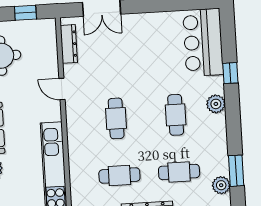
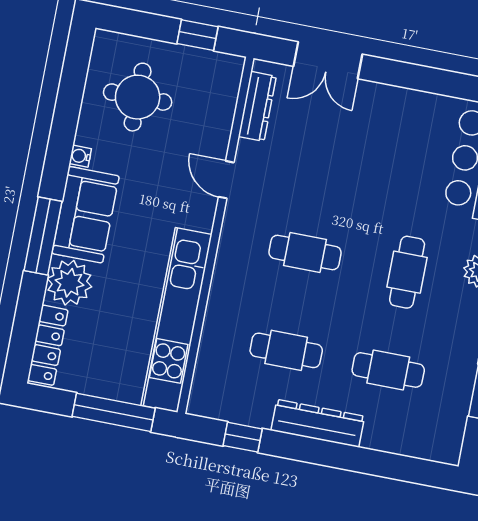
cafe table: (116, 118) -> (305, 253), turned 90
plant: (221, 185) -> (454, 410), removed

